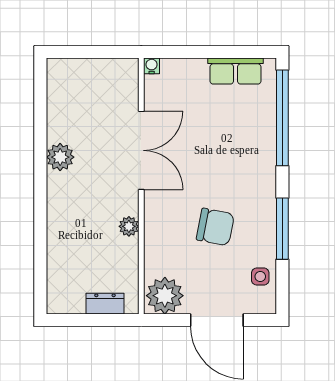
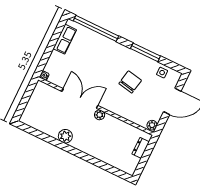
plant: (129, 226) -> (100, 115), moved
plant: (165, 296) -> (152, 125), width x0.53, depth x0.53

